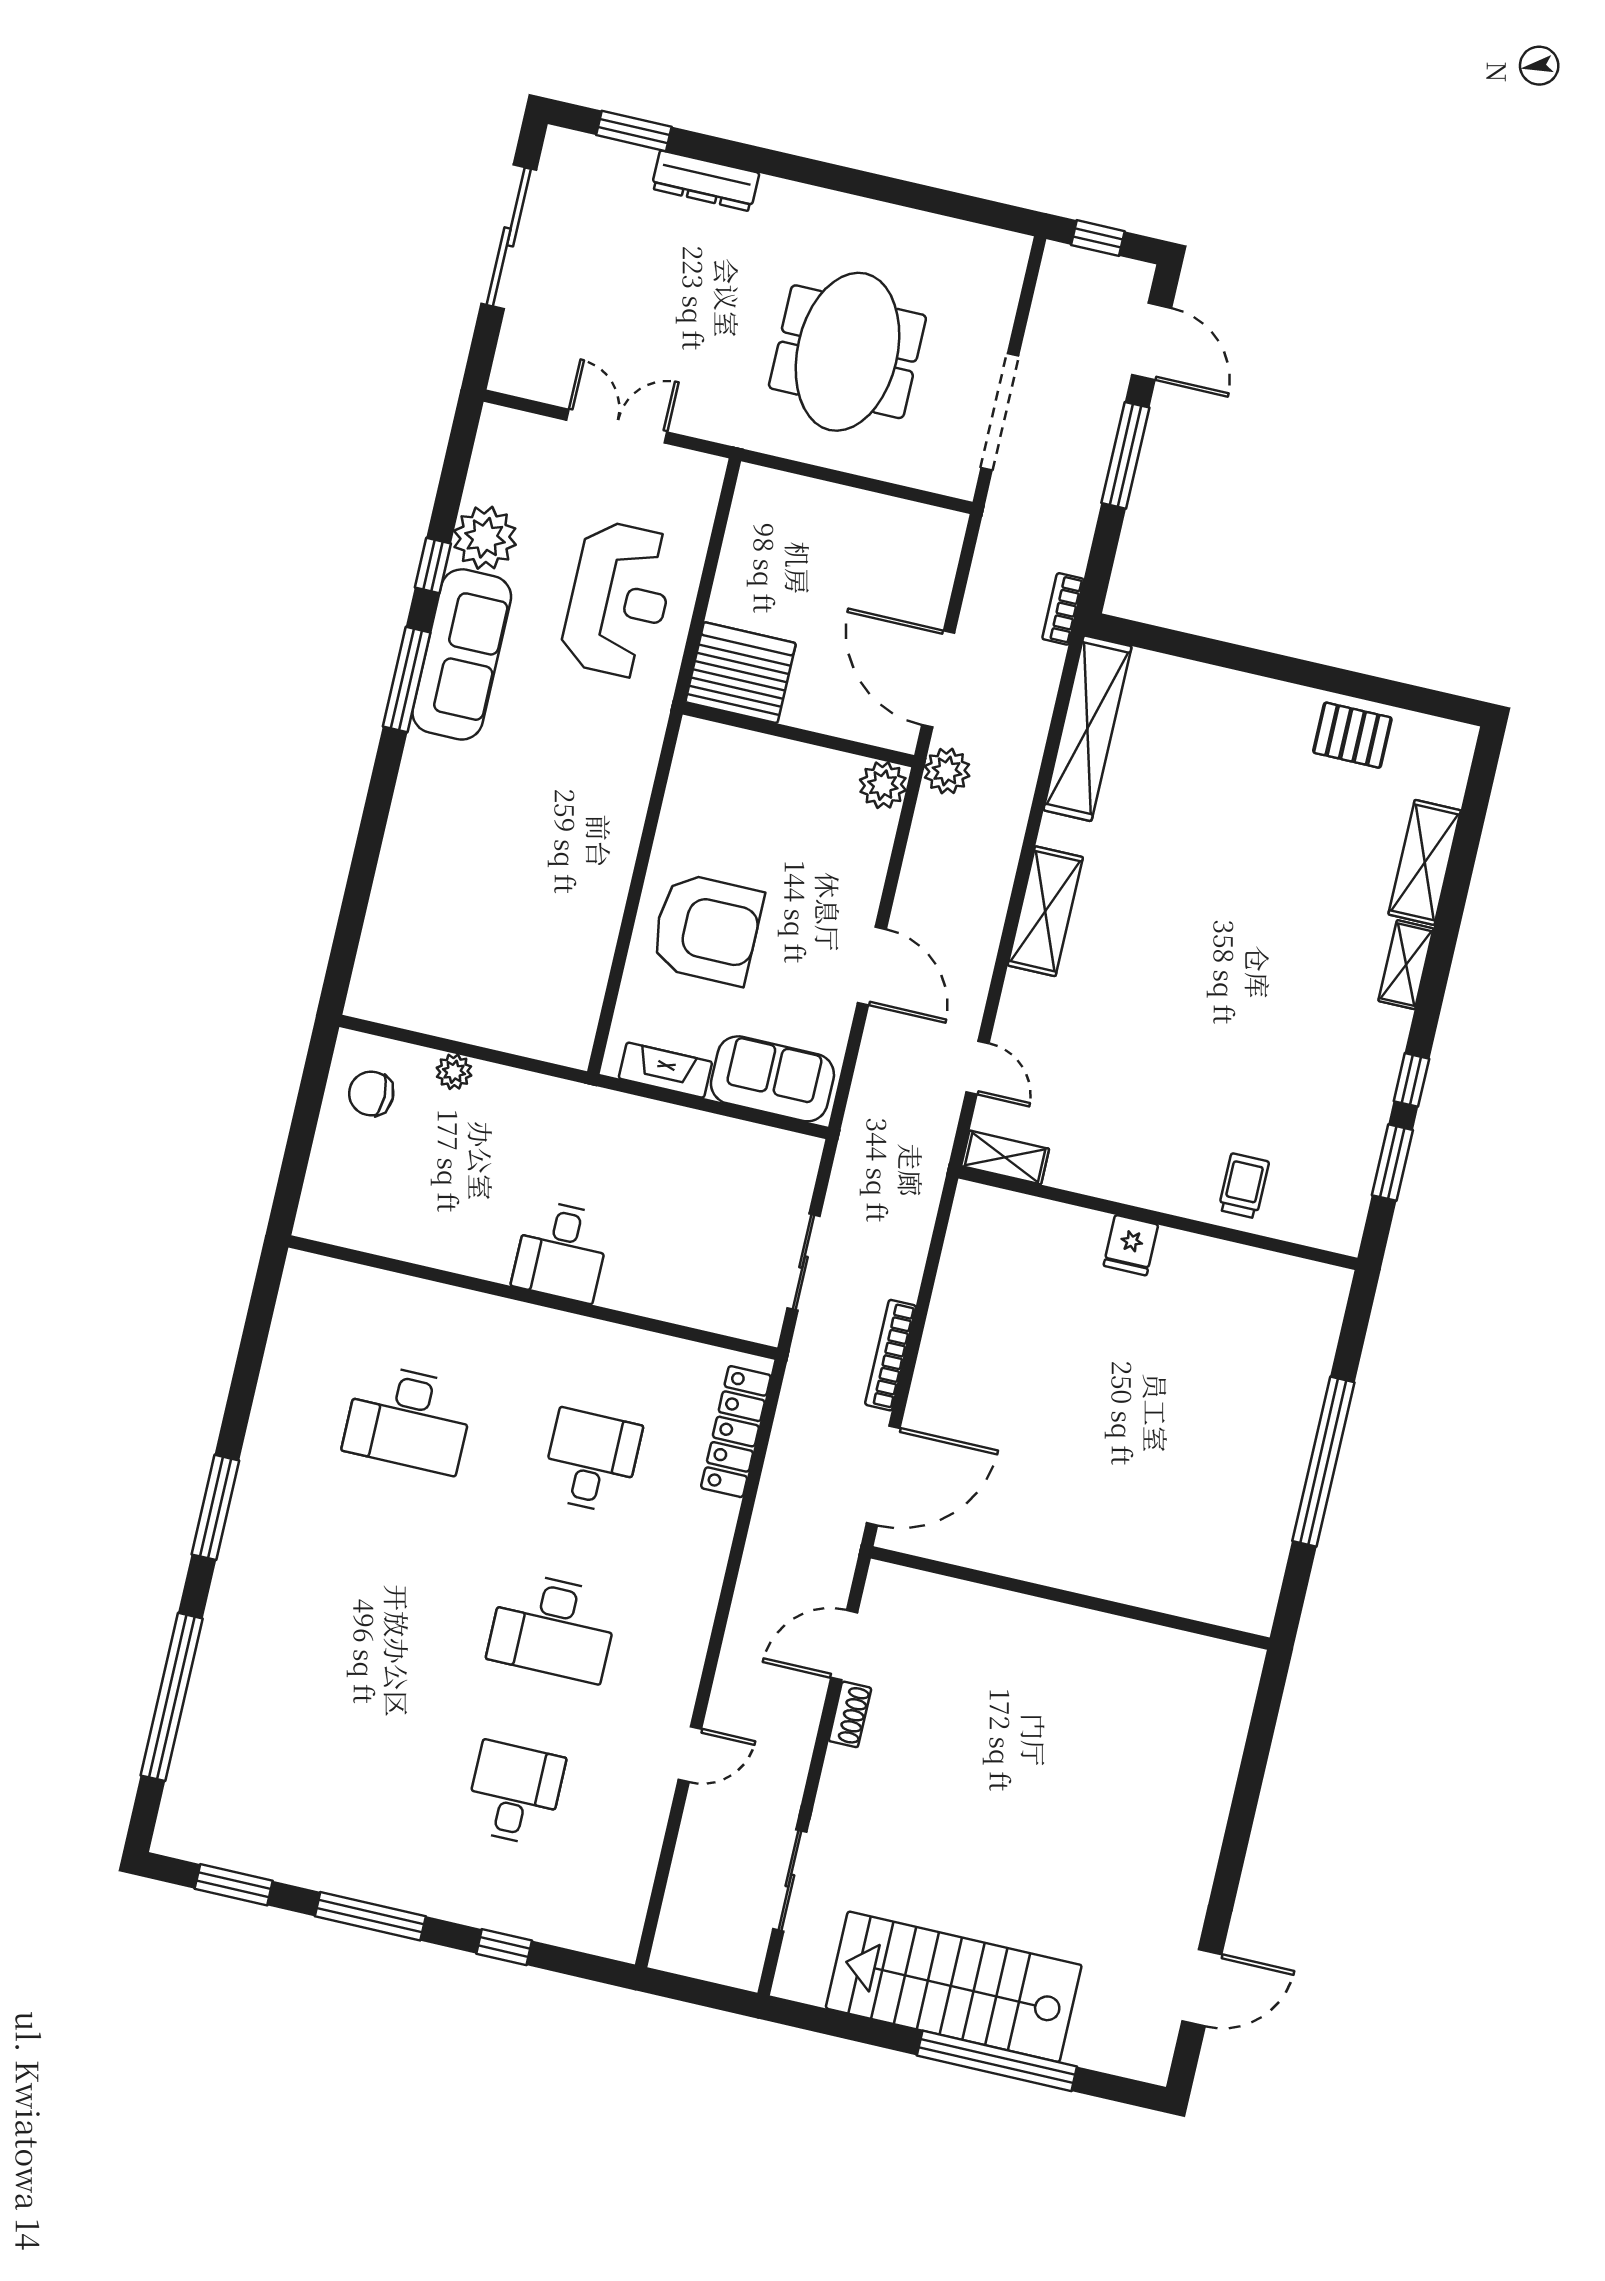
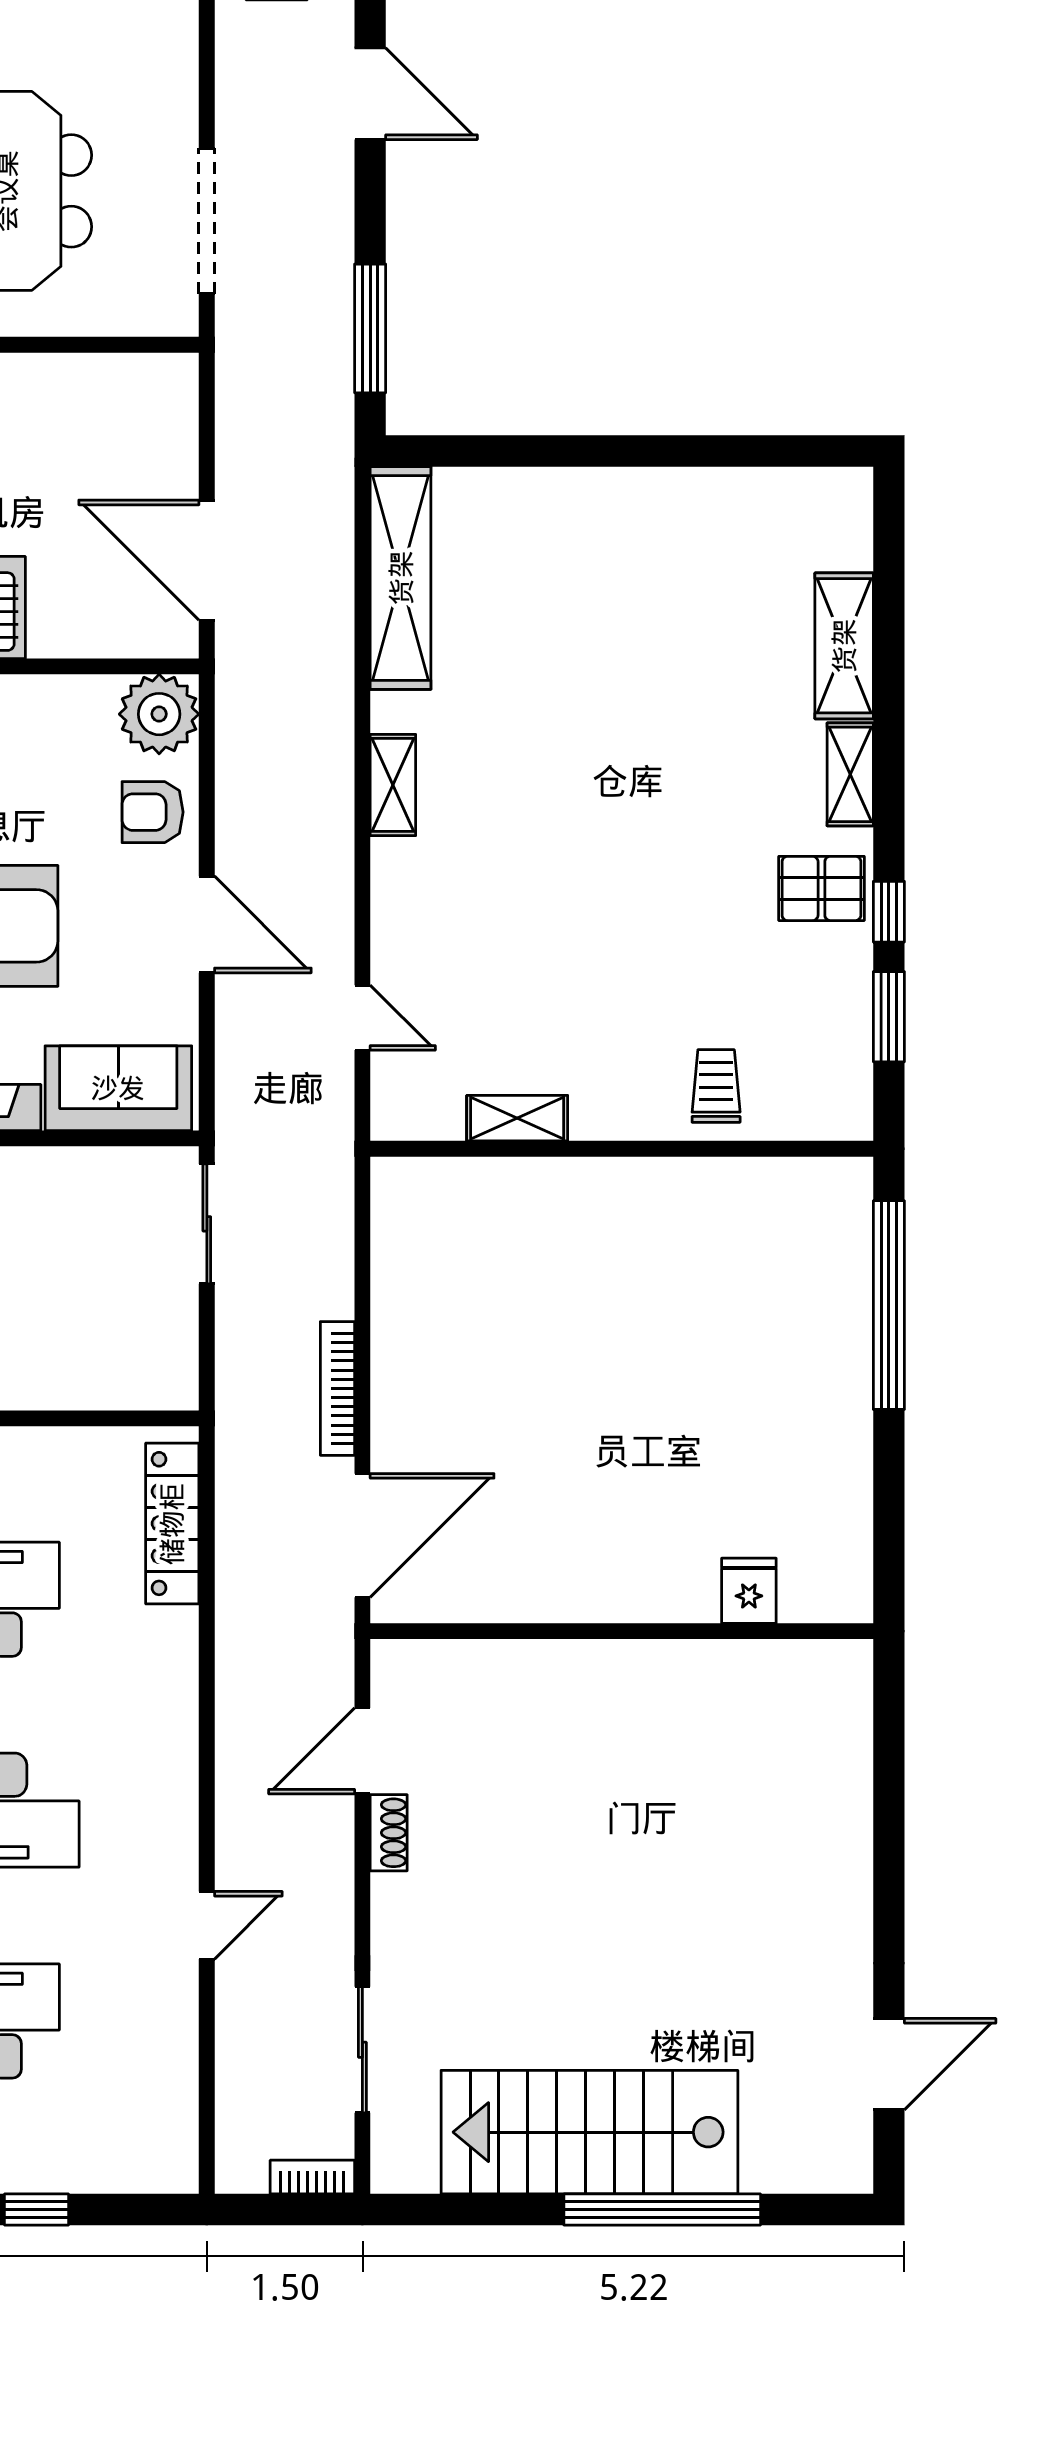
window: (1125, 455) -> (370, 328), moved
bookcase: (1063, 609) -> (312, 2177), moved, turned 90
pallet: (1352, 735) -> (821, 888), moved
plant: (947, 771) -> (243, 669), removed
plant: (883, 785) -> (159, 714), width x1.36, depth x1.36
armchair: (850, 868) -> (153, 812), added
shelving: (1045, 911) -> (393, 785), width x0.67, depth x0.75
shelving: (1005, 1157) -> (517, 1118), moved
fridge: (1131, 1245) -> (749, 1591), moved, turned 180
sliding door: (804, 1262) -> (207, 1224), moved
window: (1323, 1462) -> (889, 1305), moved

